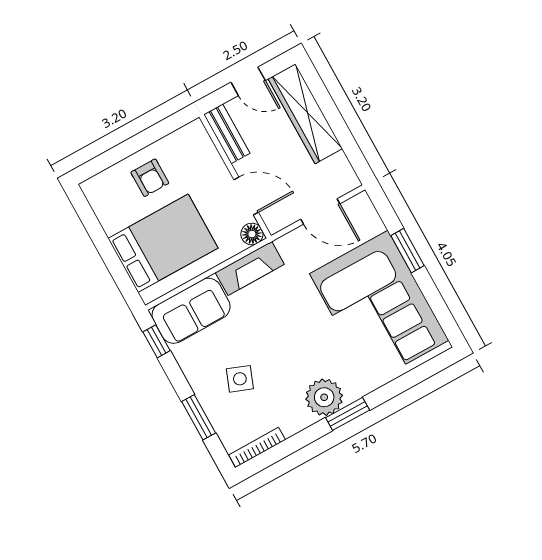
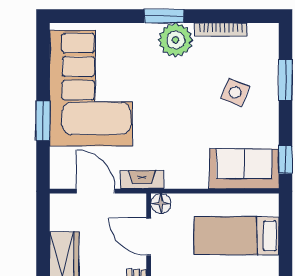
bed: (163, 243) -> (237, 236), width x0.67
fireplace: (250, 268) -> (142, 180), moved, width x0.73, depth x0.76
bookcase: (257, 447) -> (221, 30), moved

